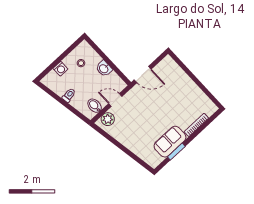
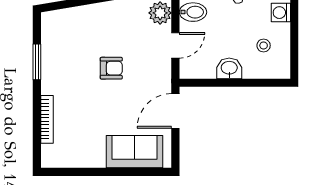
armchair: (150, 118) -> (111, 68), added
sofa: (170, 142) -> (135, 152), moved, turned -90

